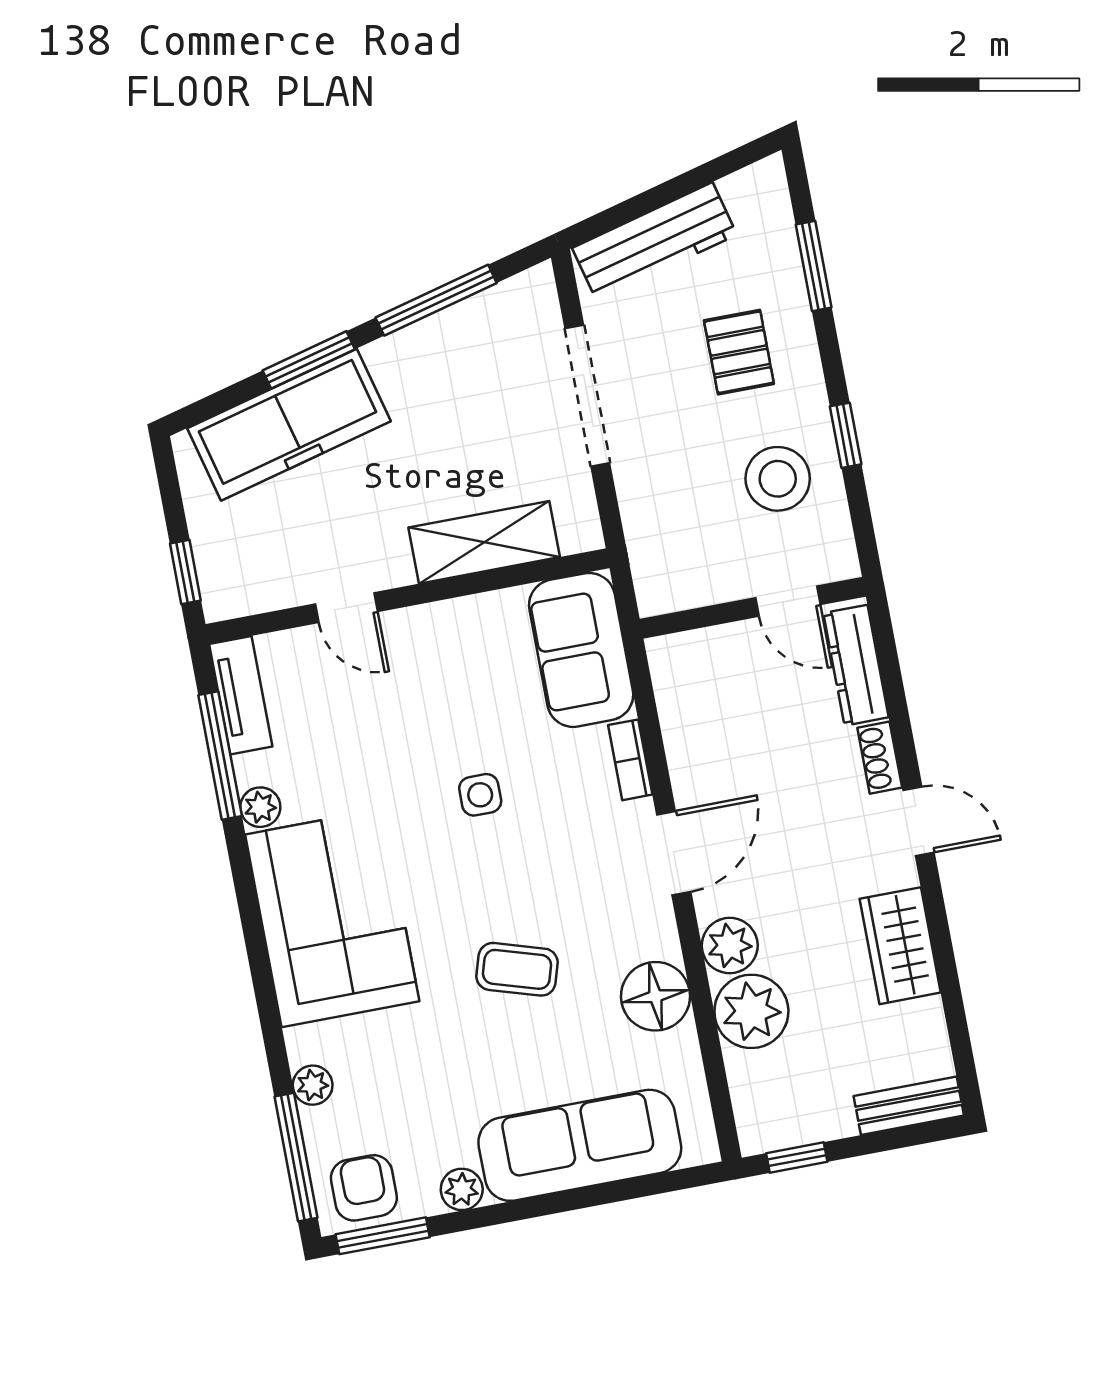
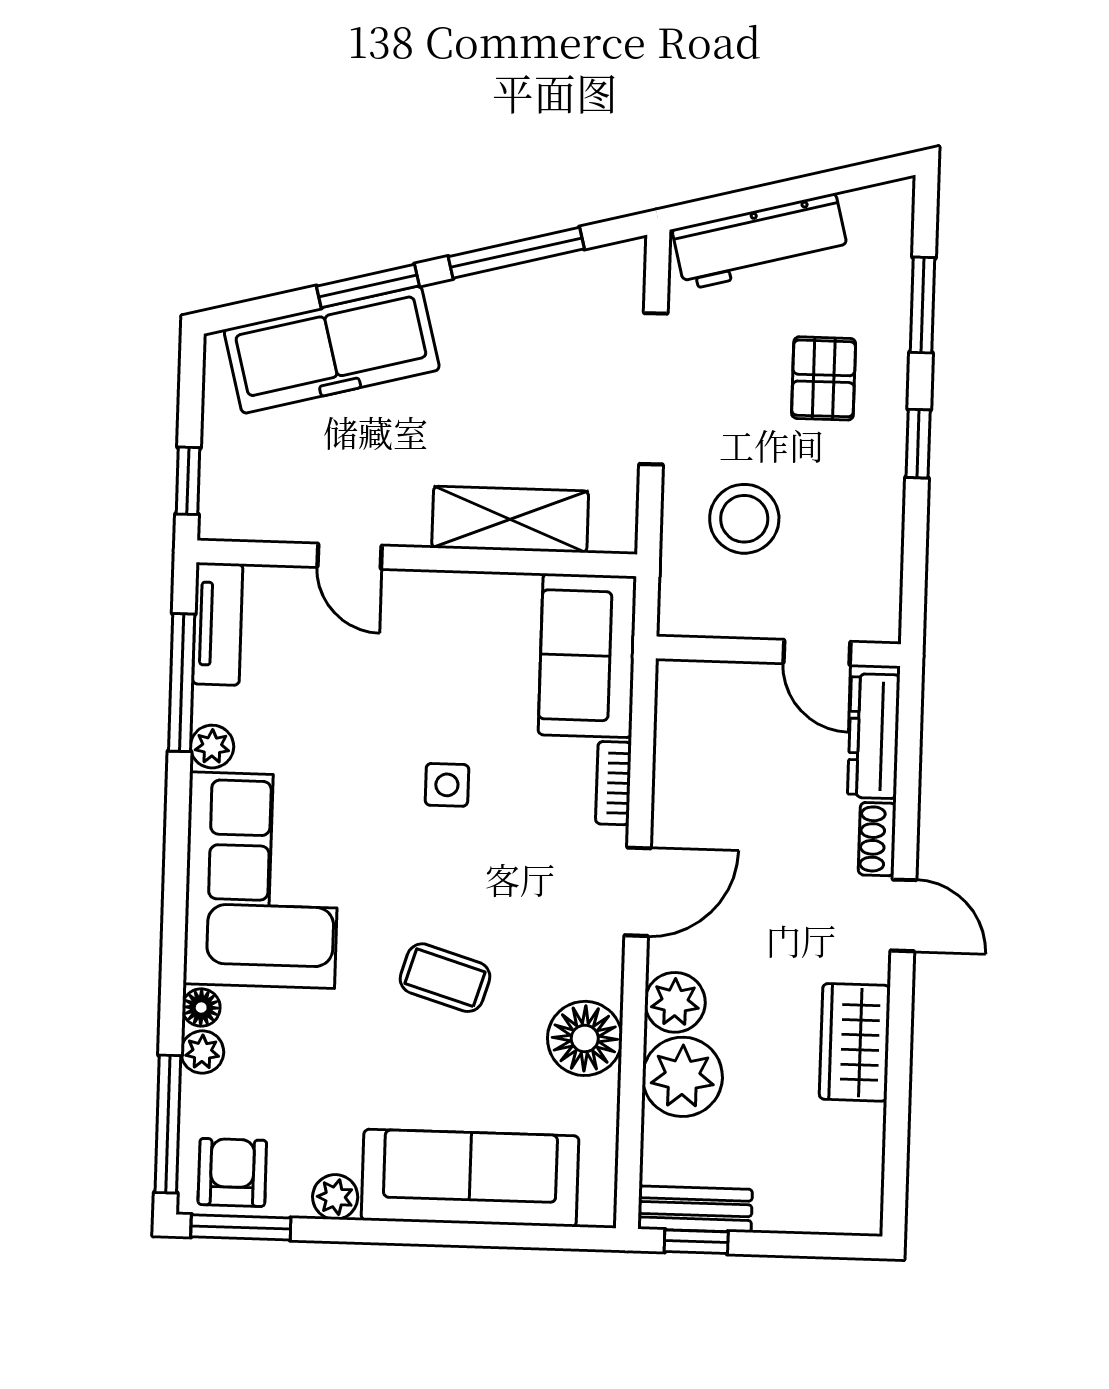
window: (846, 435) -> (918, 444), moved
stool: (778, 479) -> (744, 519), moved
floor lamp: (303, 1045) -> (201, 1008), added
bench: (909, 1106) -> (695, 1209), moved

